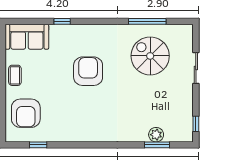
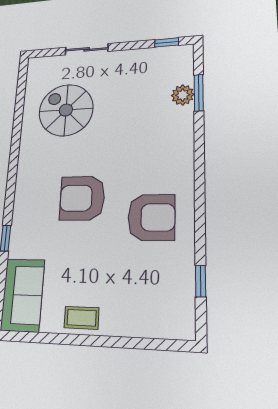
window: (147, 21) -> (18, 117), removed
spiral stairs: (150, 56) -> (66, 110), turned 90
armchair: (26, 113) -> (151, 217), moved

